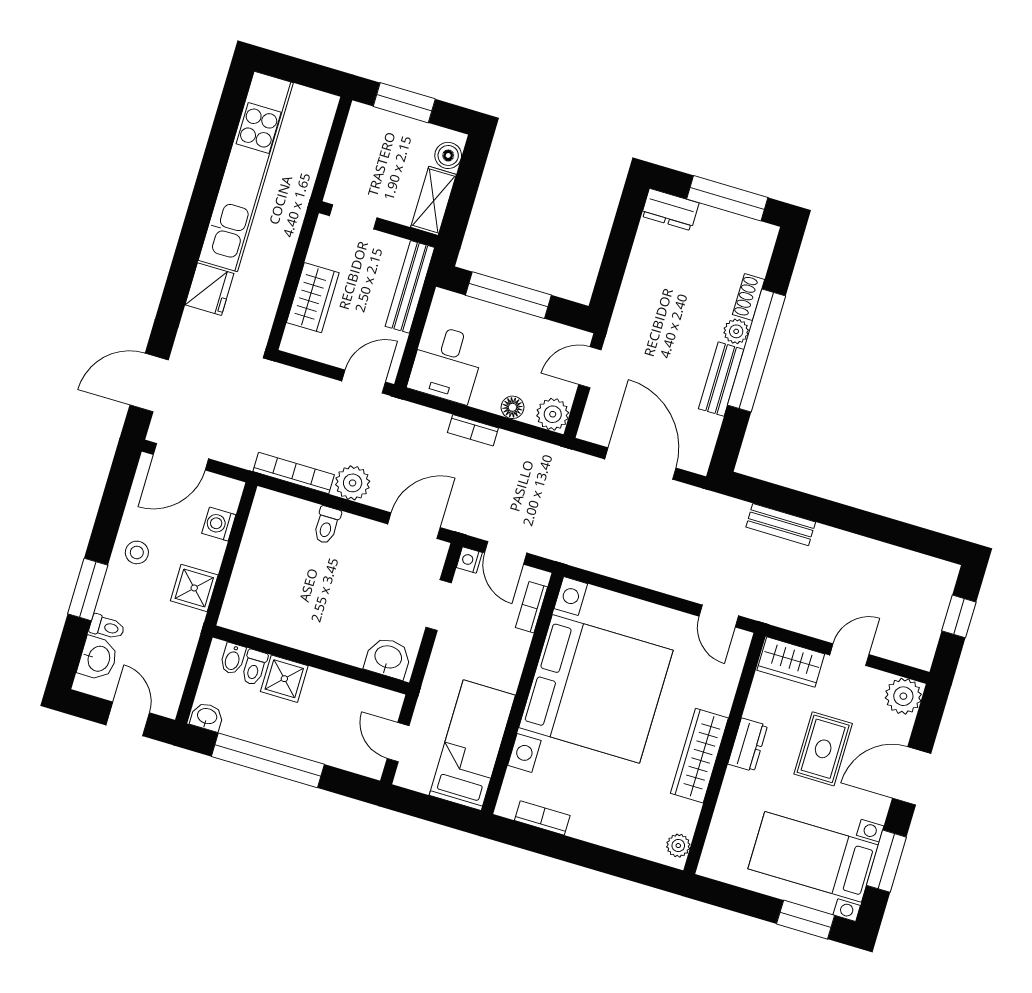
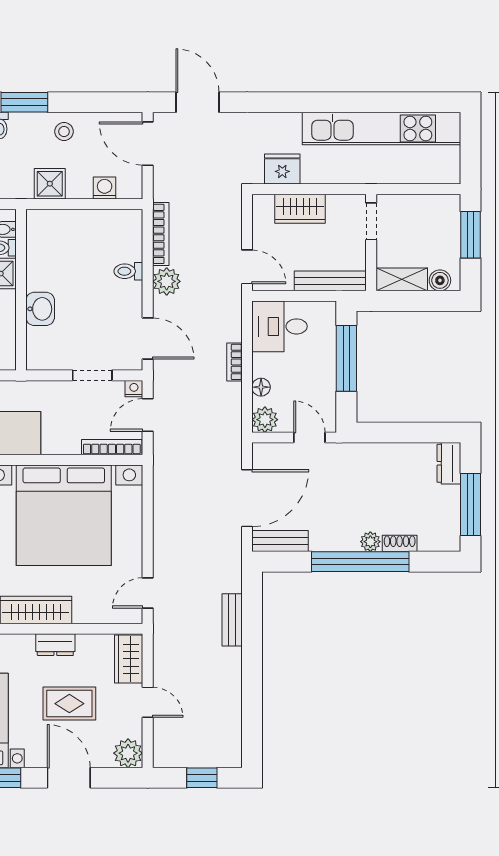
fridge: (209, 289) -> (282, 169), moved, turned 180
bench: (721, 379) -> (280, 541), moved
bookcase: (531, 607) -> (112, 447), width x1.56
washbasin: (388, 658) -> (40, 309), moved

